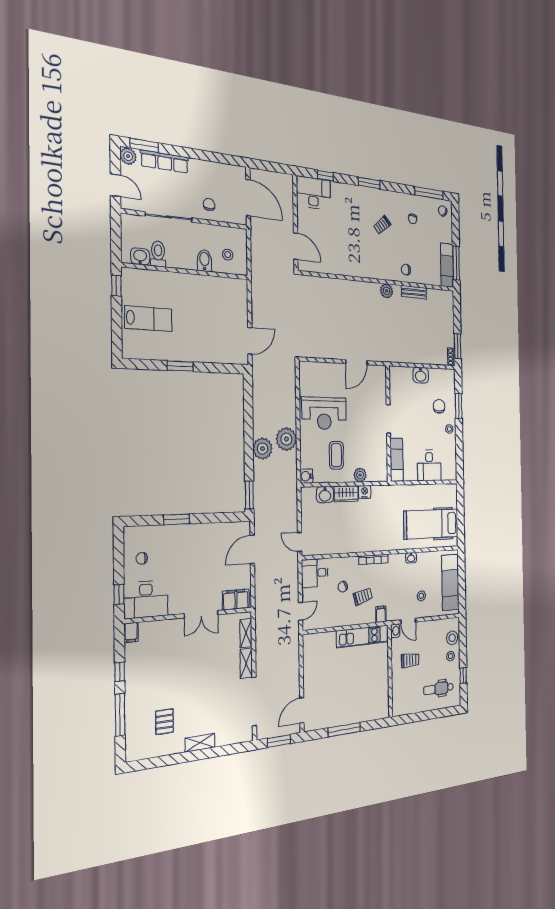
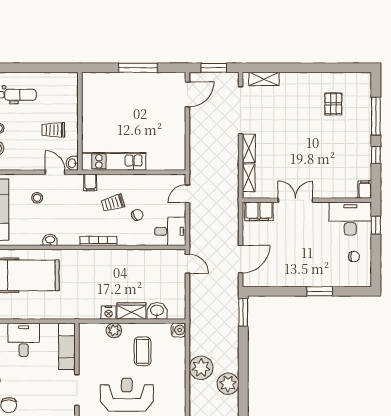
reception desk: (324, 413) -> (127, 395), moved
plant: (263, 449) -> (228, 384), moved
shelving: (200, 743) -> (264, 79), moved

